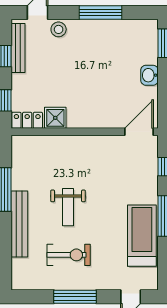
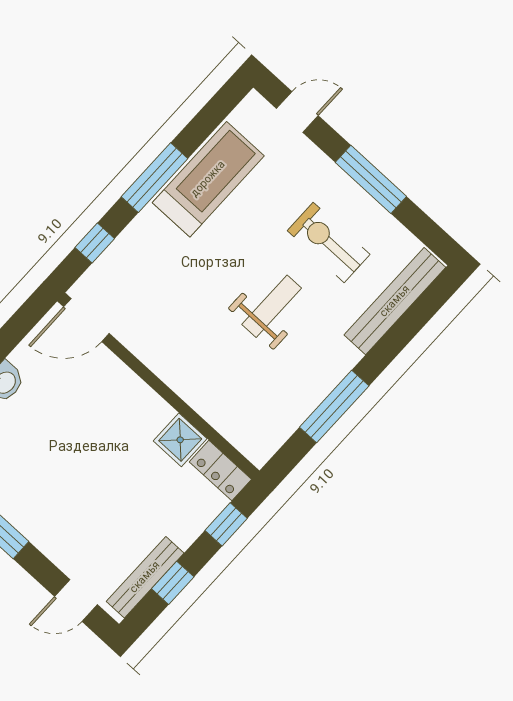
stool: (59, 29) -> (69, 553), removed
bench: (19, 224) -> (395, 301), moved
treadmill: (142, 236) -> (208, 179), turned 180

